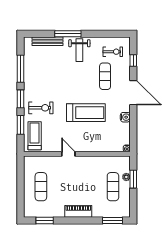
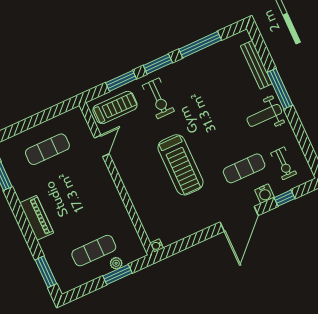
water cooler: (125, 117) -> (264, 194), moved
door: (68, 154) -> (102, 146), moved

